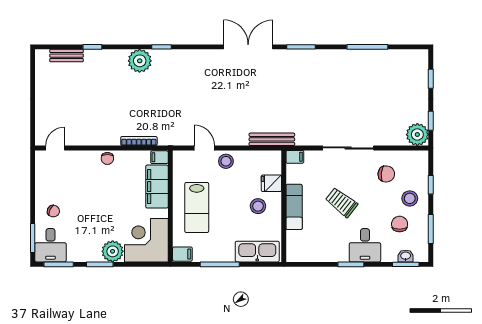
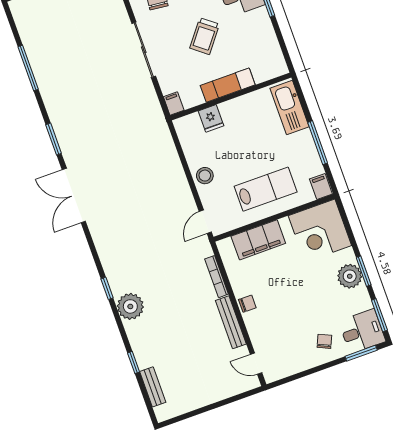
bench: (272, 139) -> (231, 322), moved
door: (204, 148) -> (205, 222), moved
filing cabinet: (159, 157) -> (226, 248), removed
stool: (258, 206) -> (241, 124), removed
plant: (113, 251) -> (350, 276), moved

